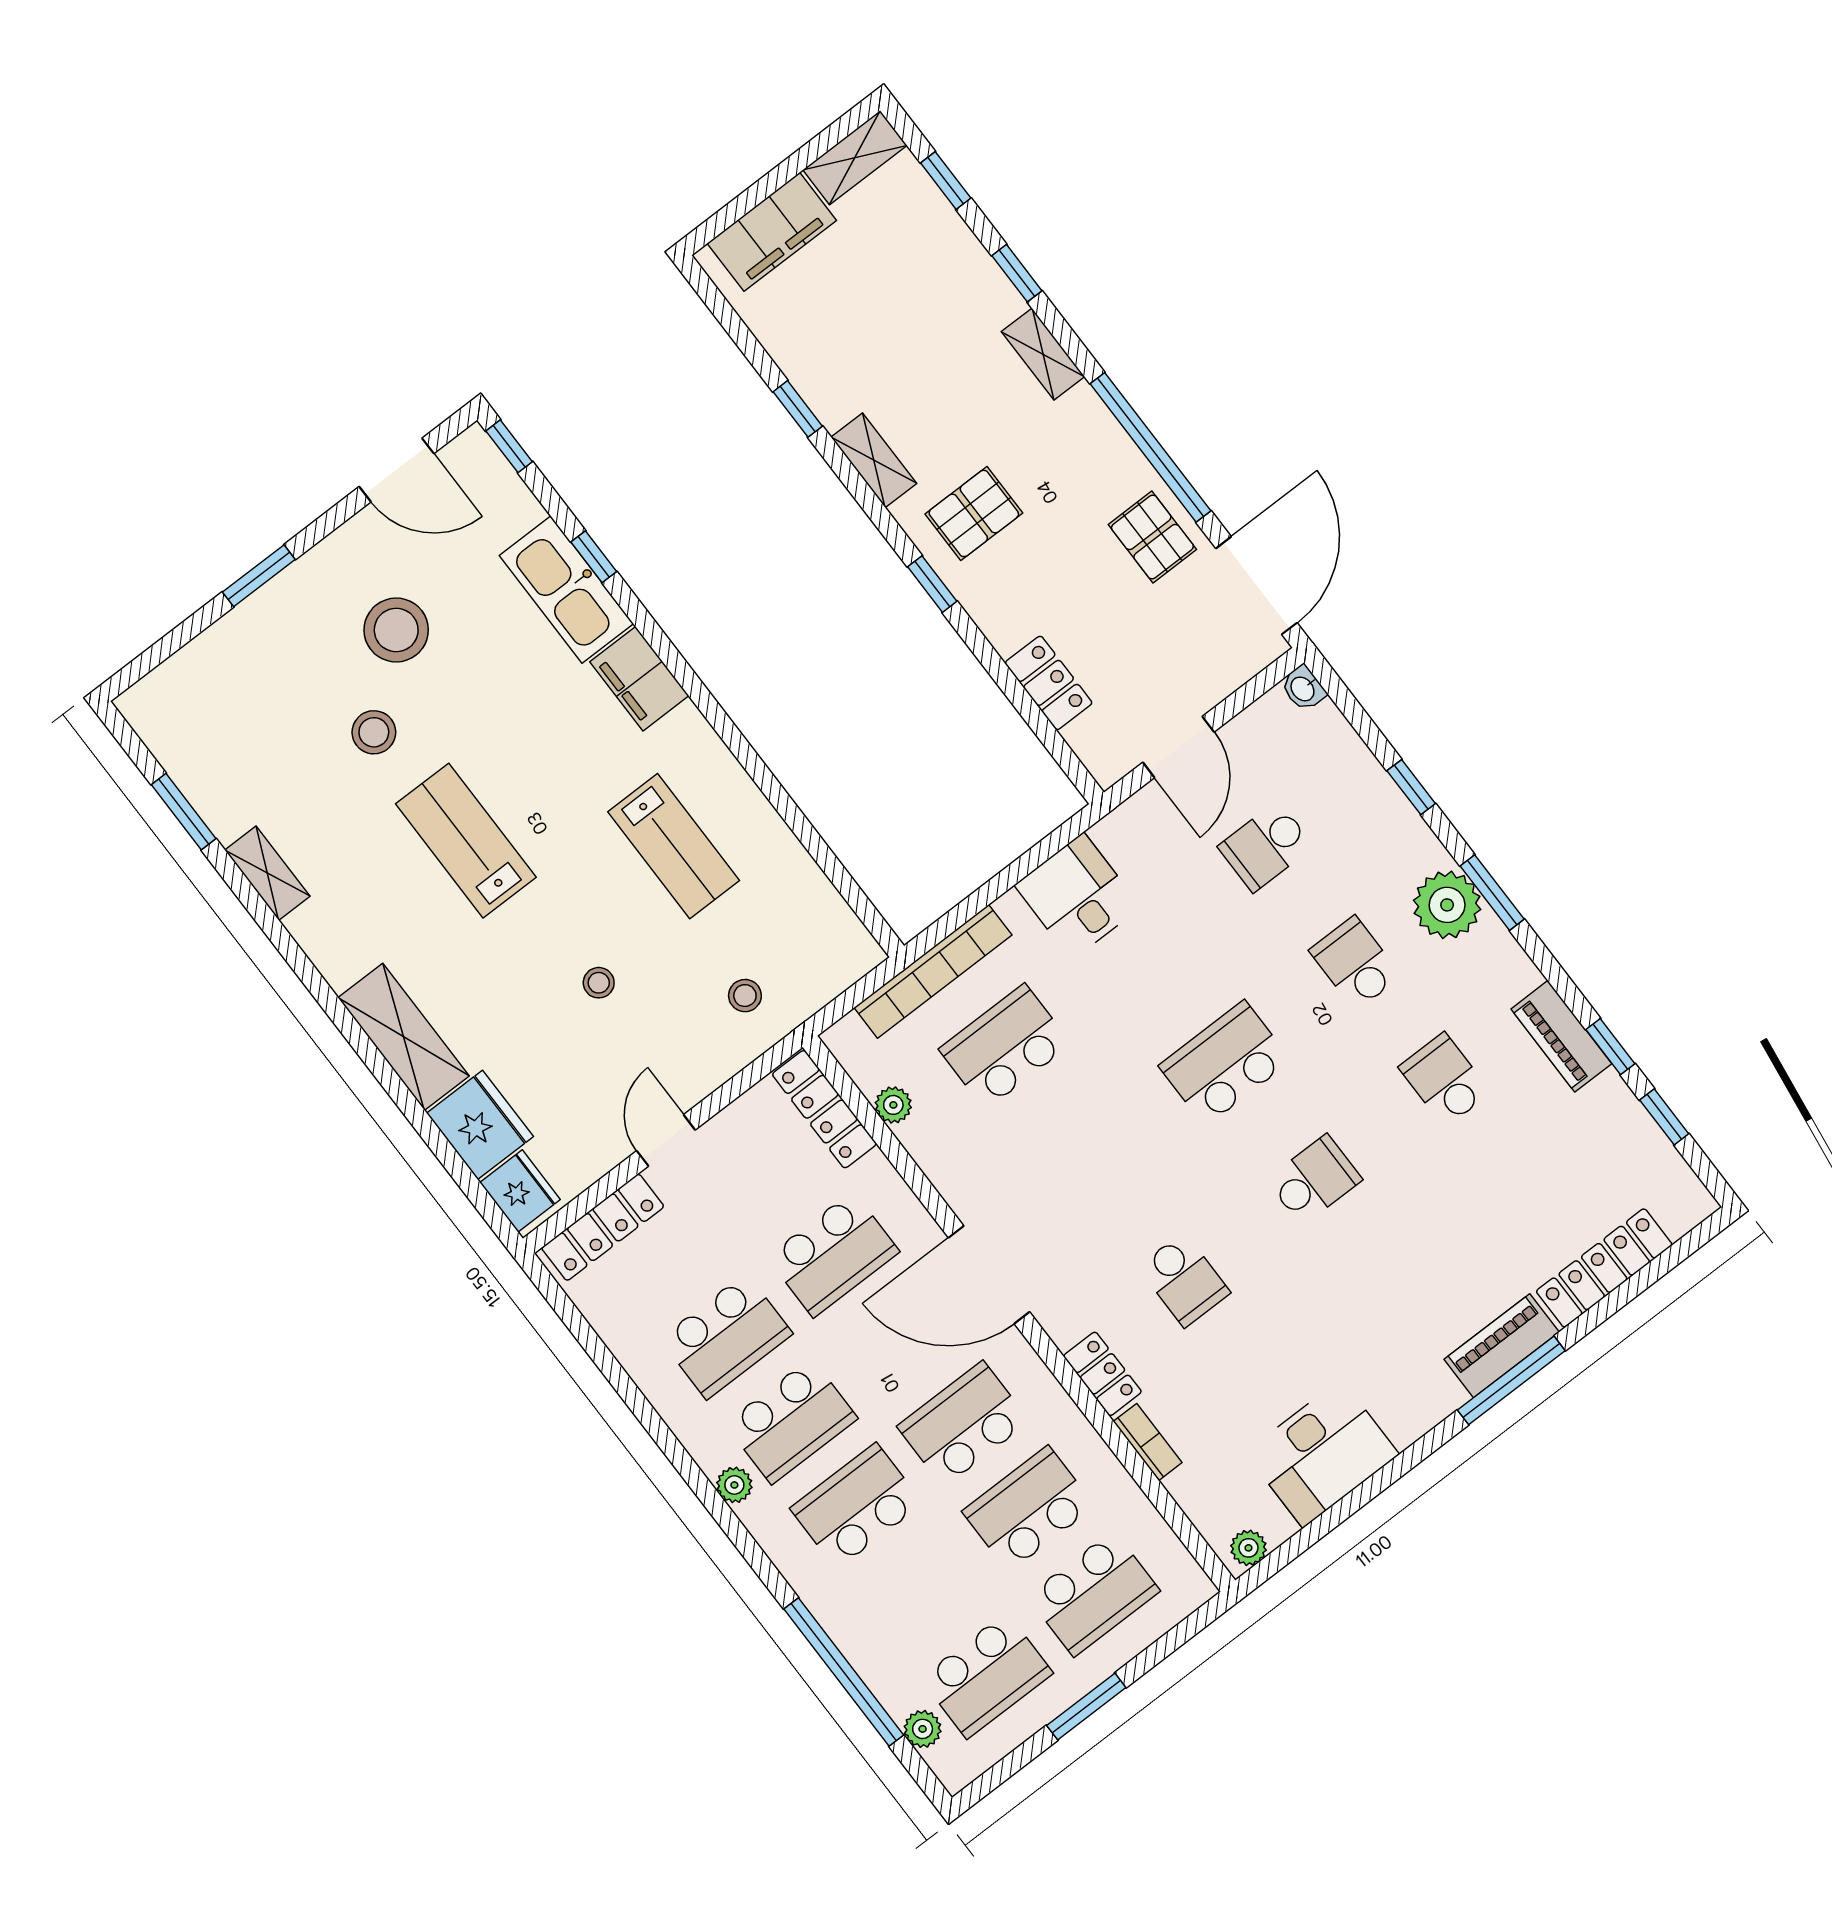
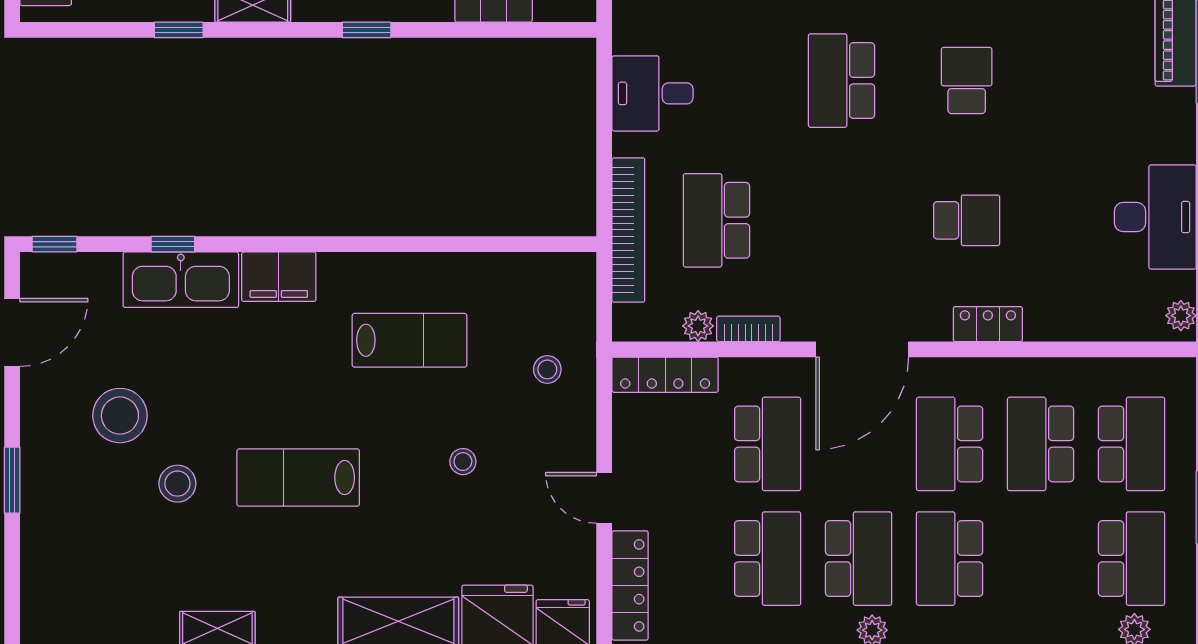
bookcase: (1148, 1442) -> (748, 329), moved

